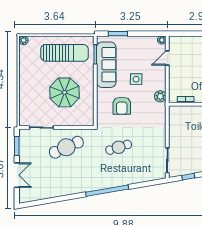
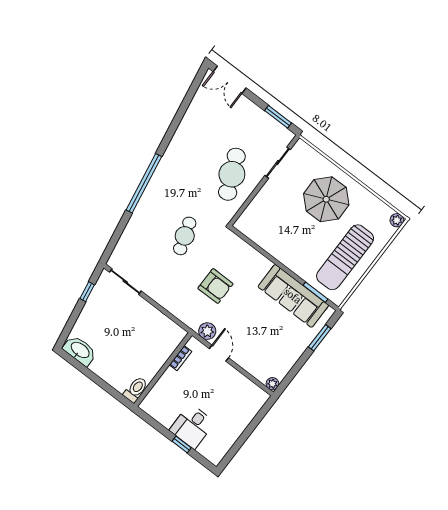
door: (167, 58) -> (219, 353), moved
side table: (136, 79) -> (249, 318), removed
parasol: (65, 92) -> (326, 199), moved
armchair: (122, 106) -> (215, 286), moved, turned 180
double door: (17, 175) -> (230, 80), moved

